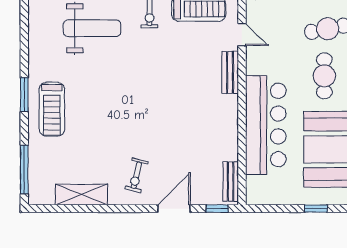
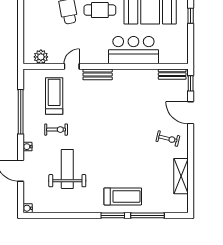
bar counter: (266, 125) -> (133, 50), width x0.73
window: (24, 170) -> (147, 215), moved

